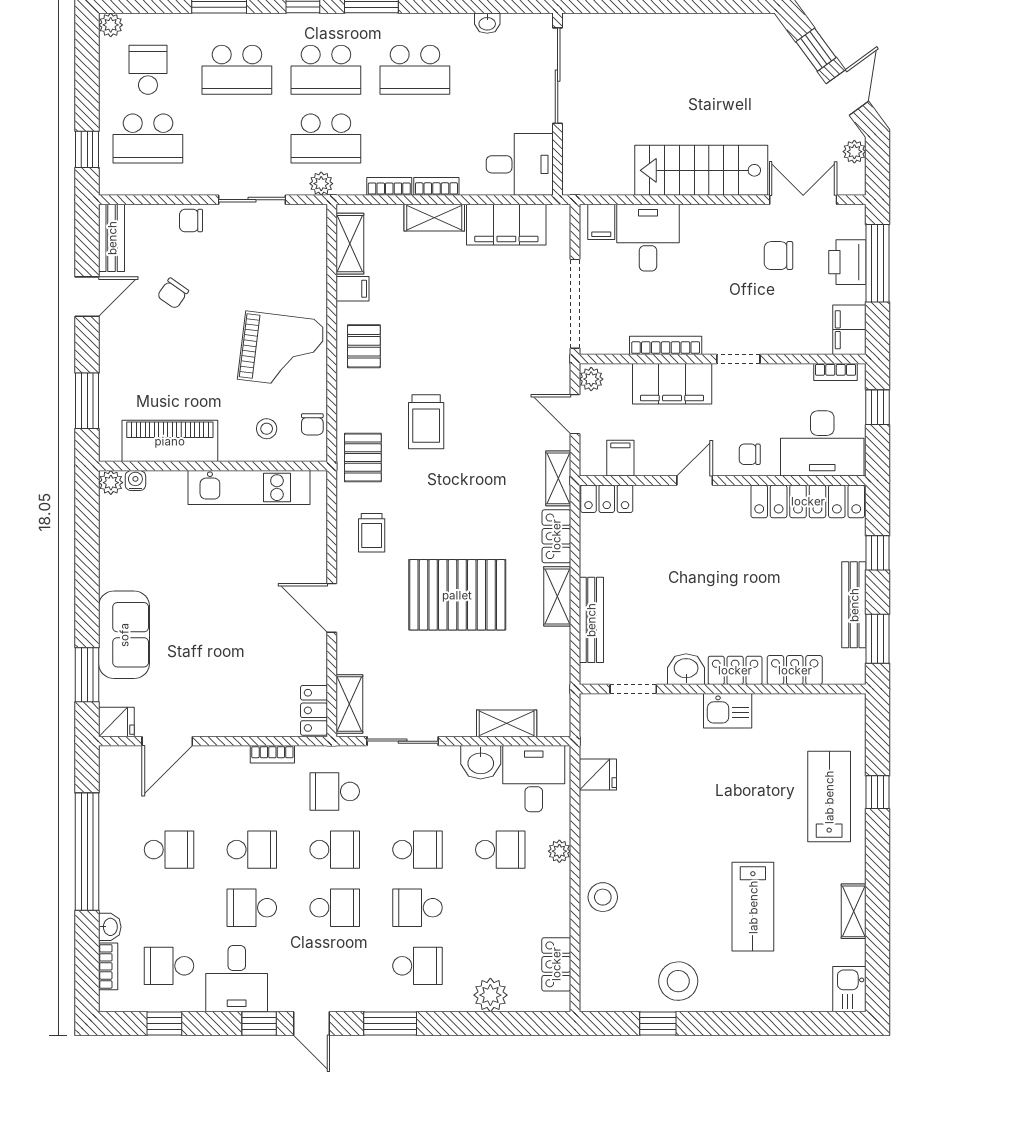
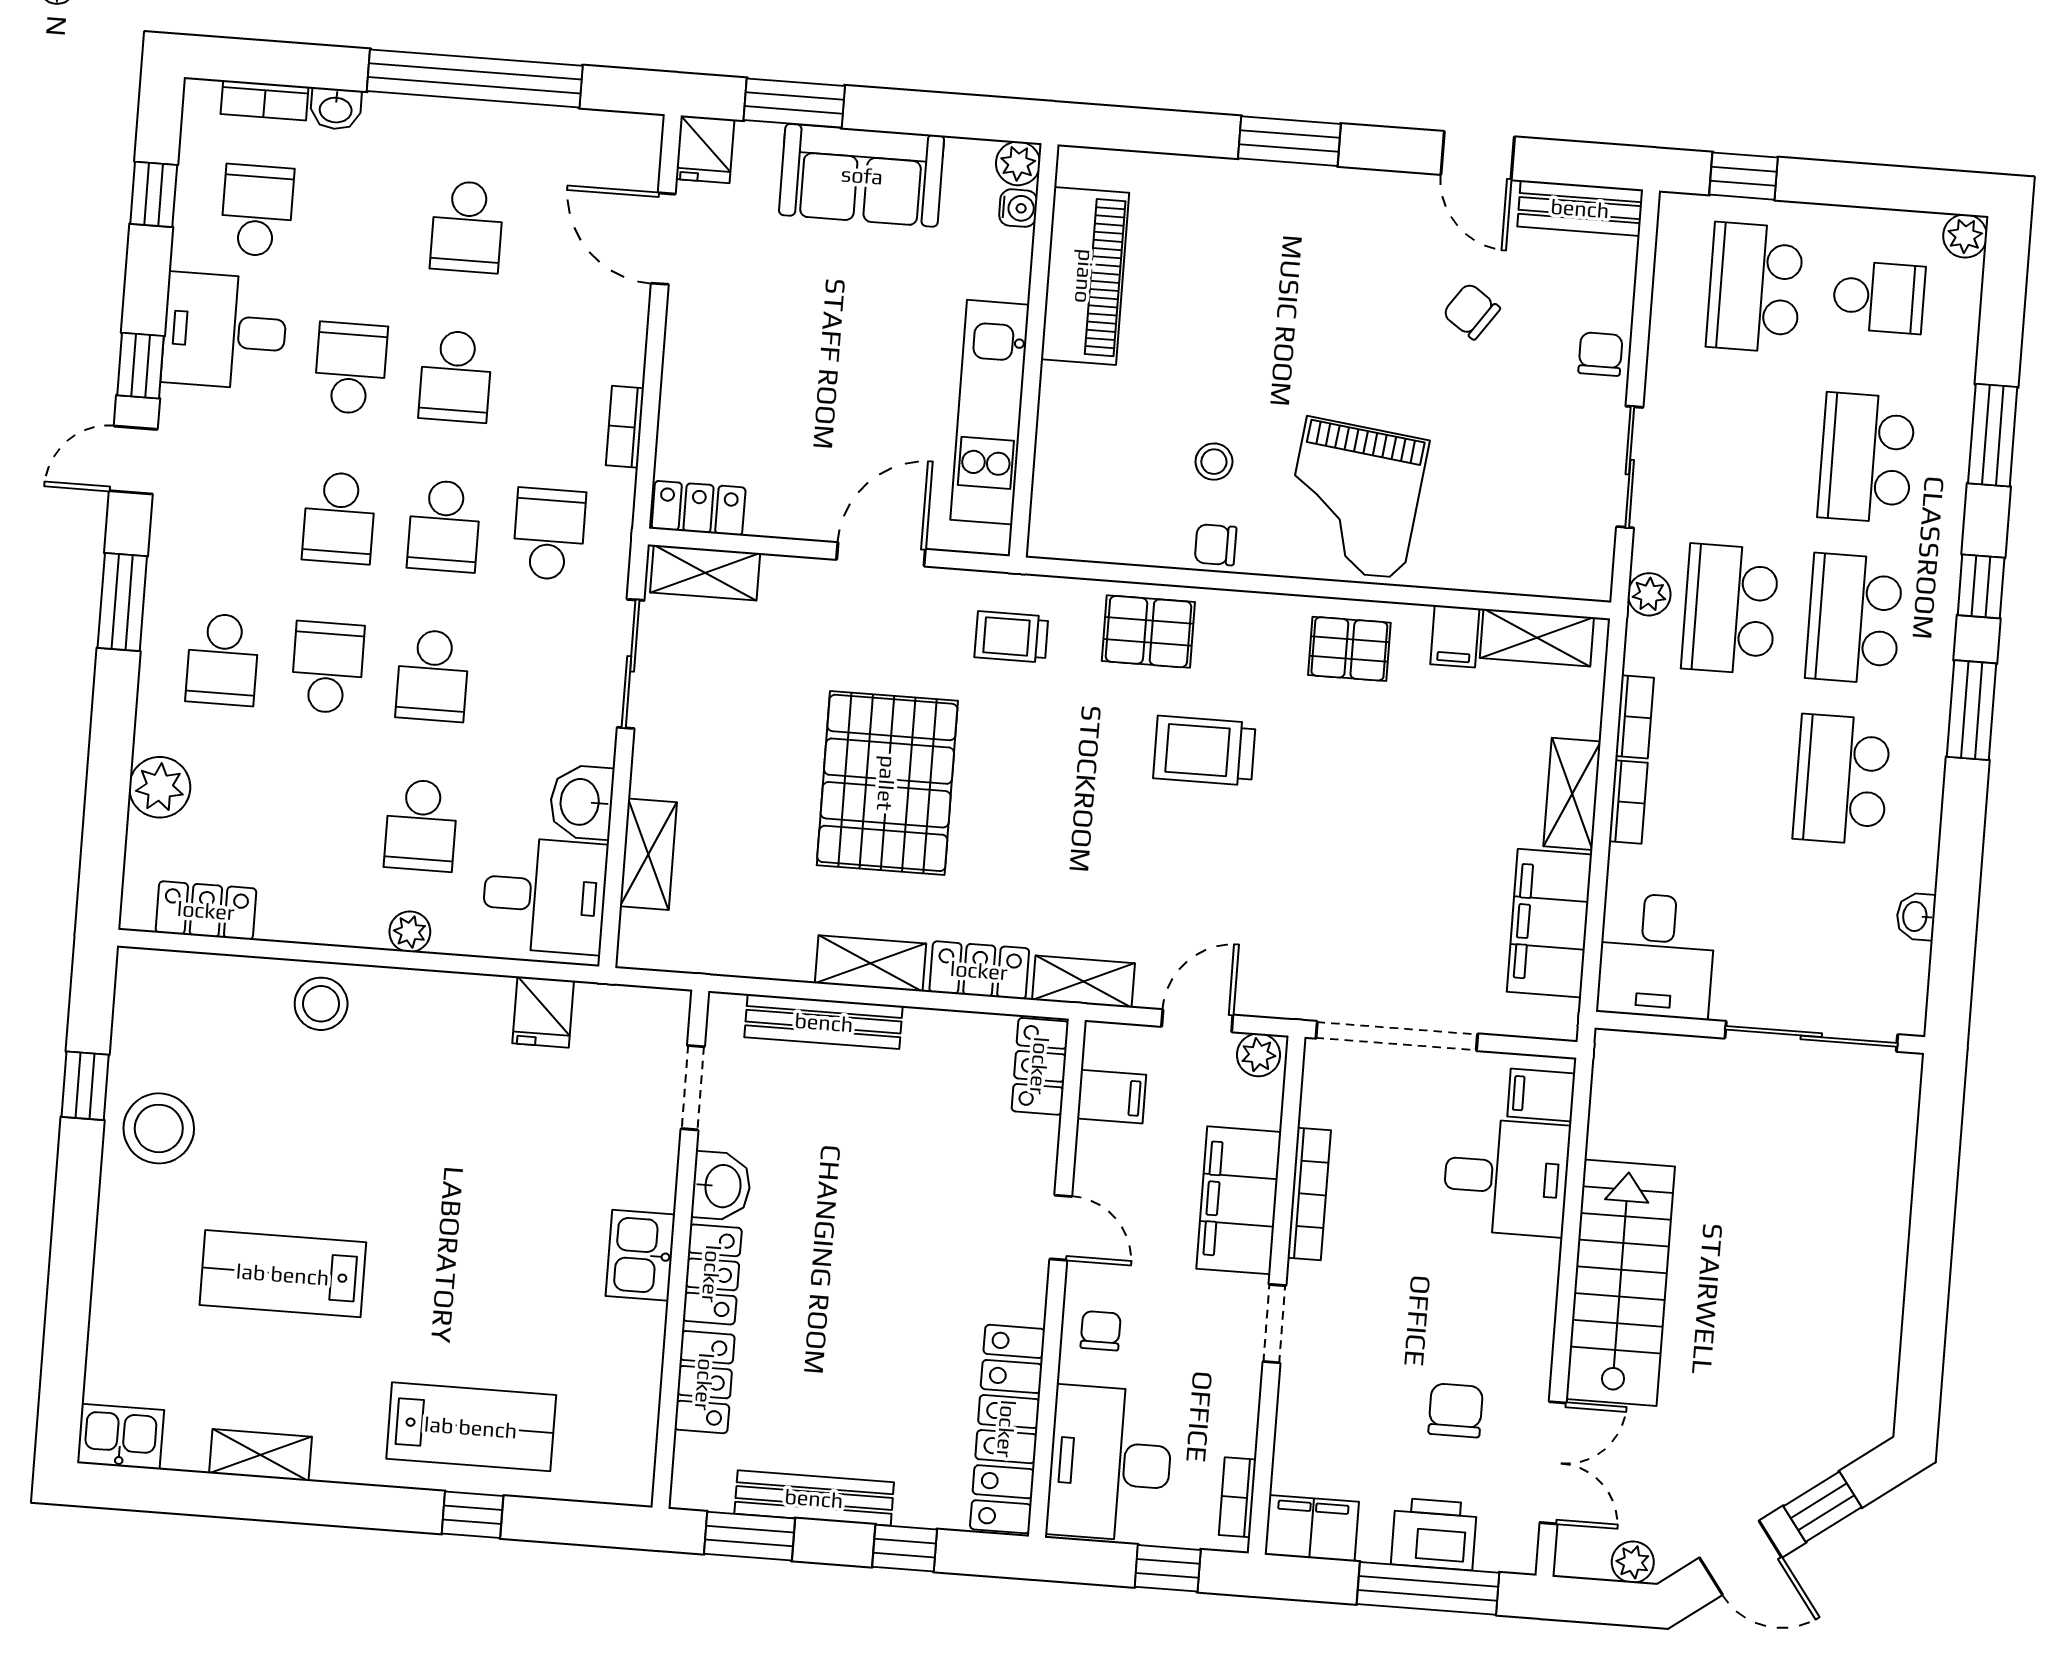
piano: (170, 441) -> (1085, 276), moved
wall: (213, 466) -> (1034, 350), moved
water cooler: (135, 481) -> (1018, 208), moved
plant: (111, 483) -> (1018, 163), moved
kitchen unit: (249, 488) -> (990, 412), moved

